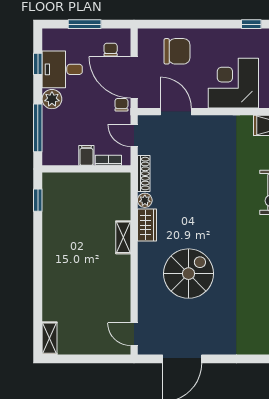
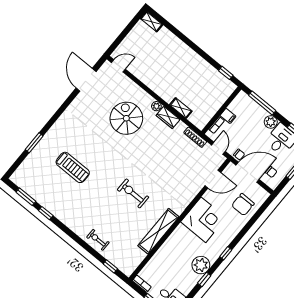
door: (134, 135) -> (218, 148), hinge flipped
plant: (145, 200) -> (156, 106), moved
shelving: (123, 237) -> (181, 108), moved
spiral stairs: (189, 274) -> (126, 118), turned 180

